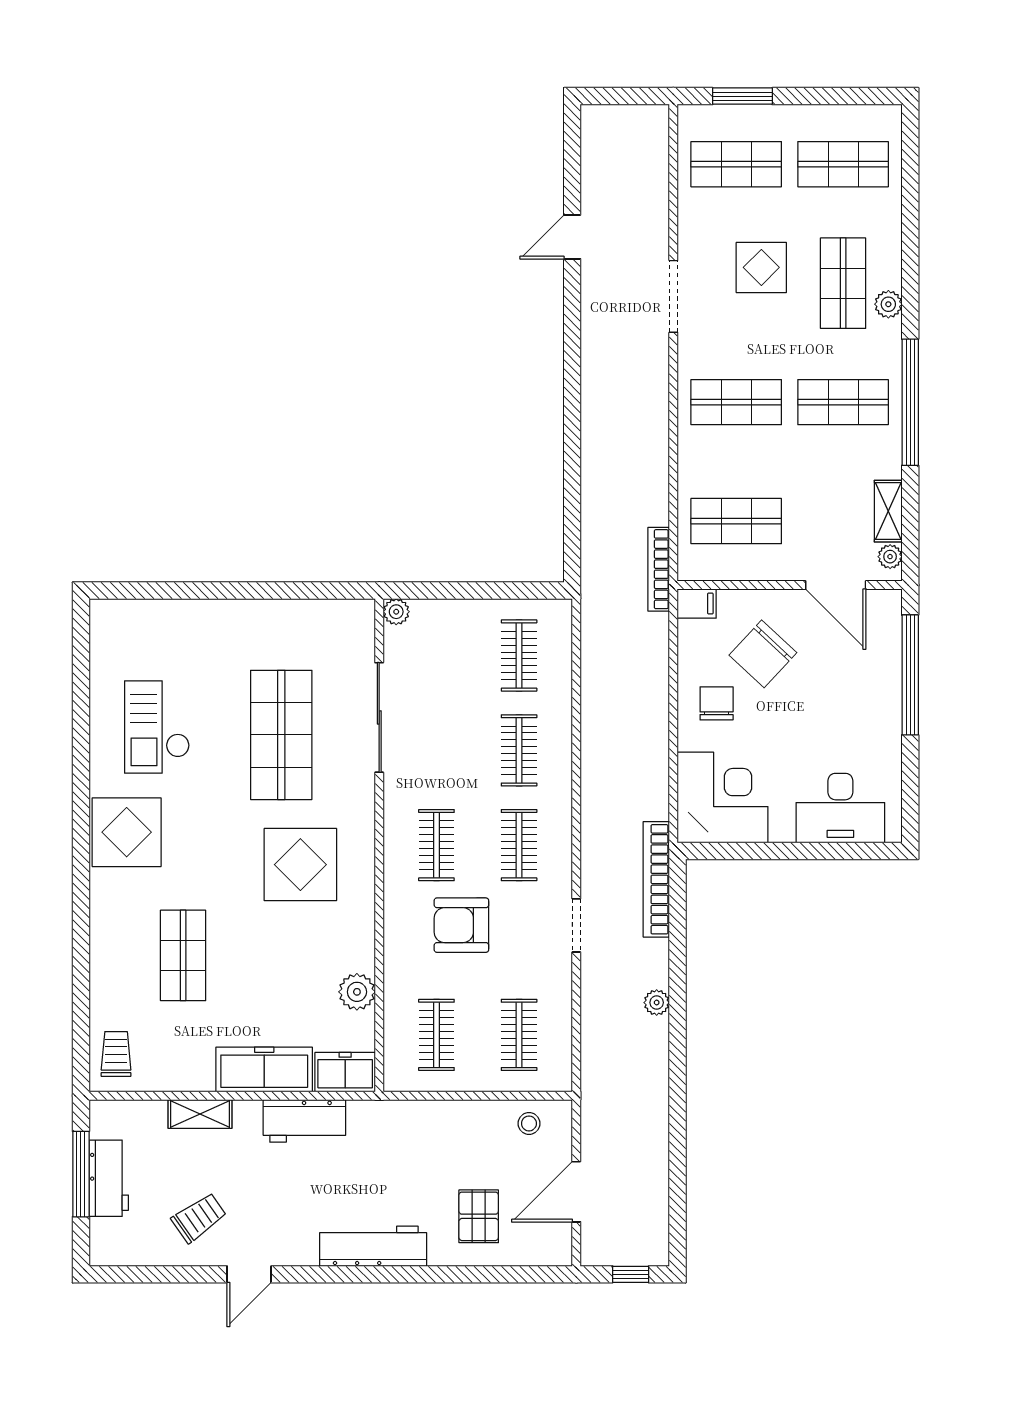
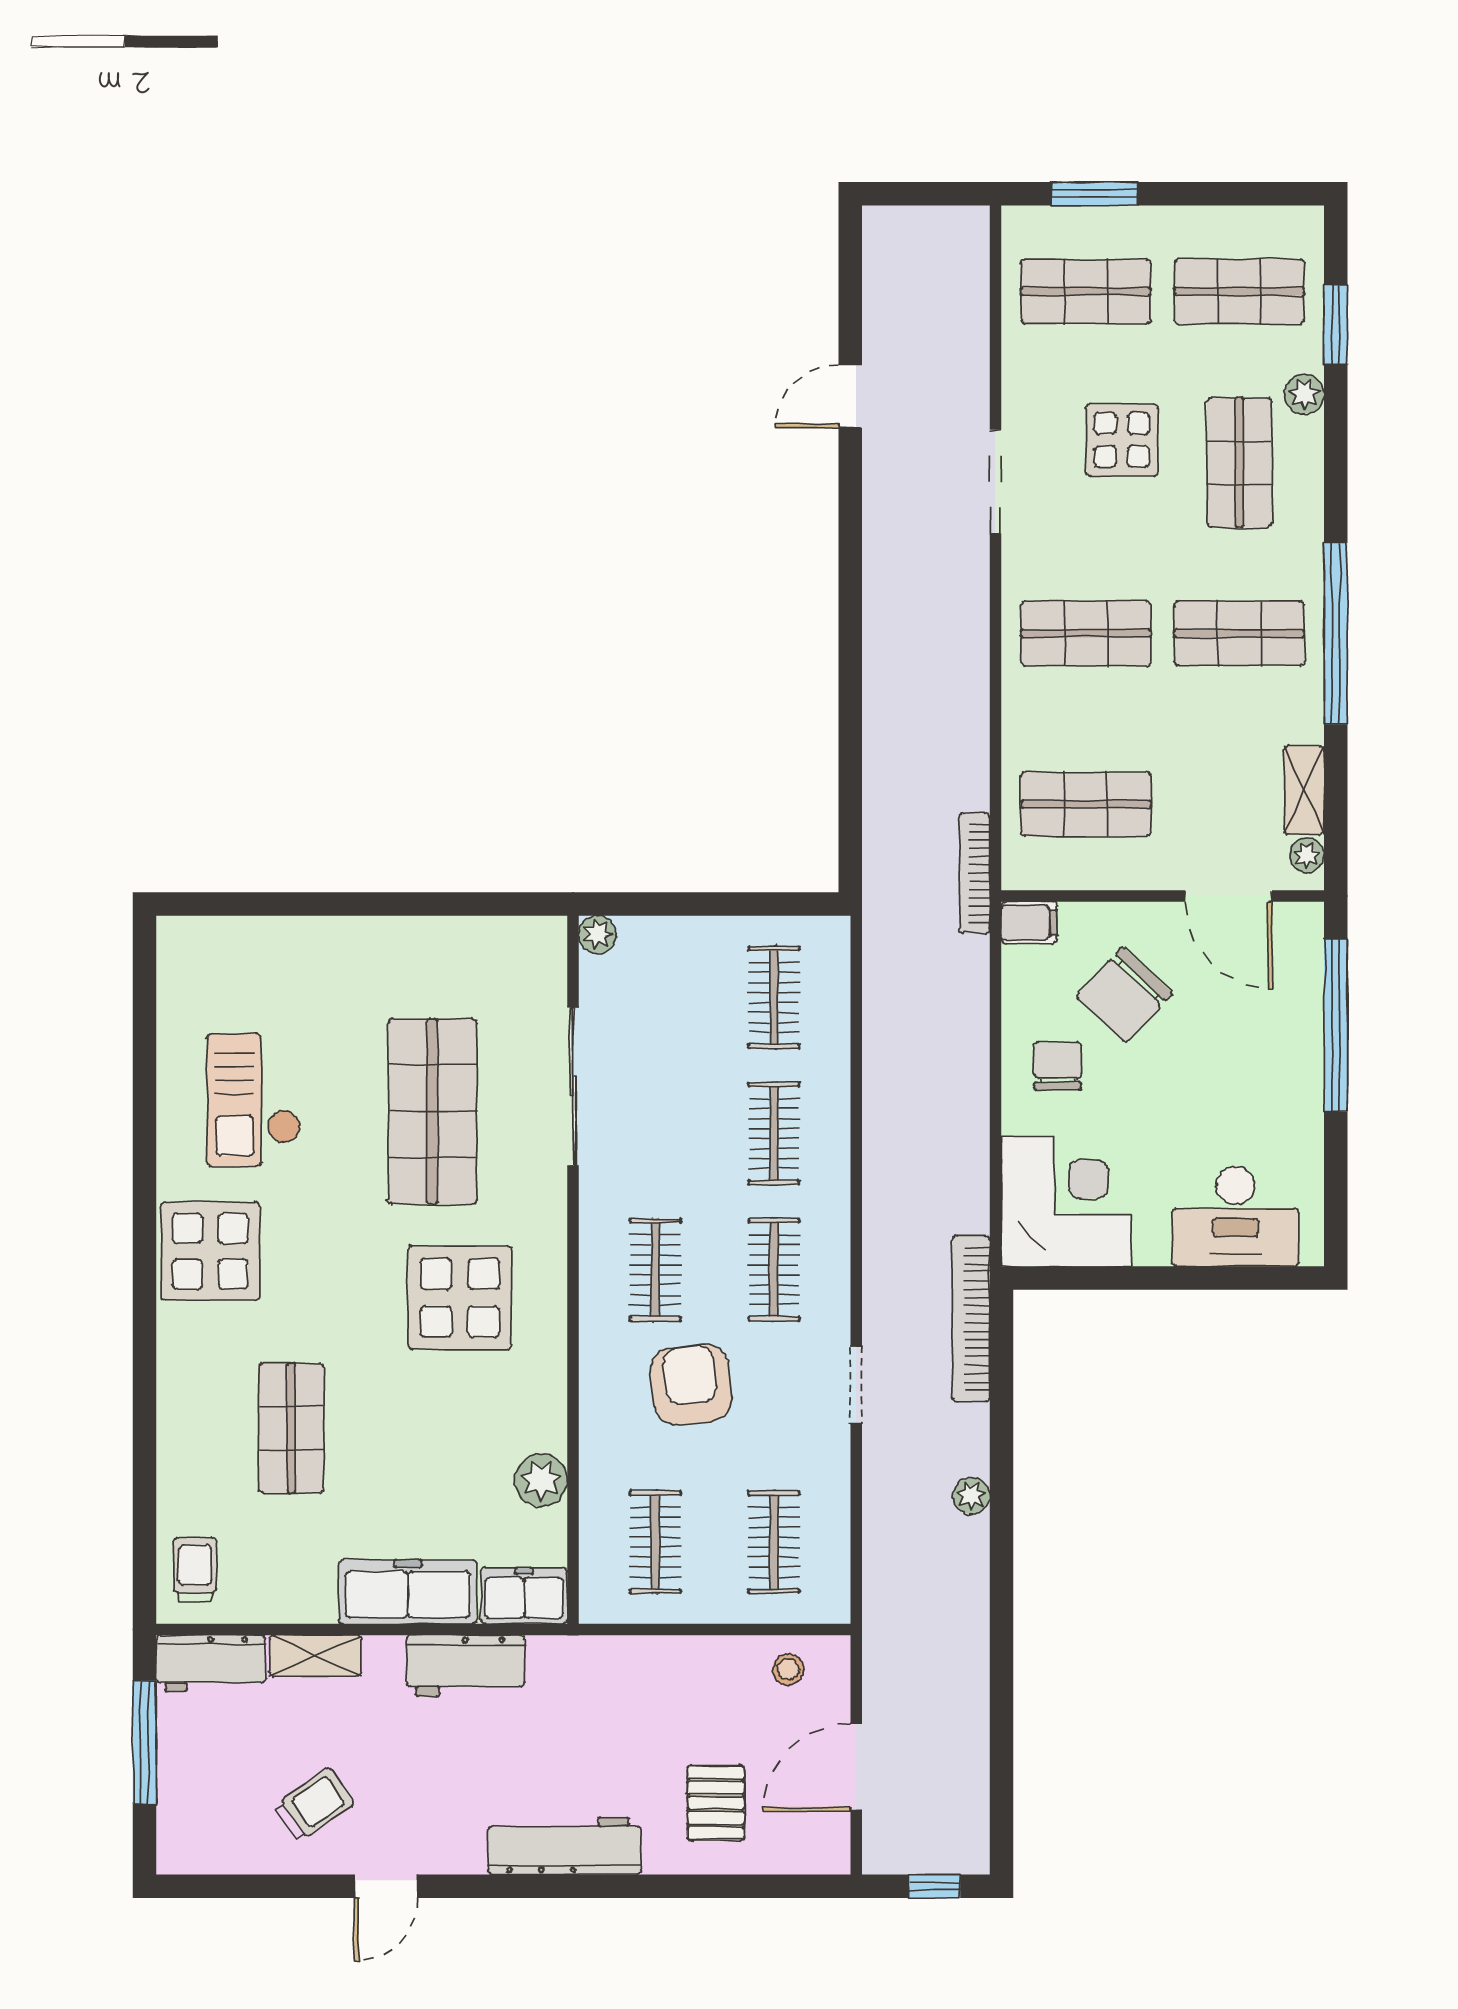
window: (910, 187) -> (1336, 325), added
plant: (888, 304) -> (1304, 394), moved
armchair: (461, 925) -> (691, 1385), turned 83
workbench: (109, 1178) -> (211, 1663), moved, turned 90

